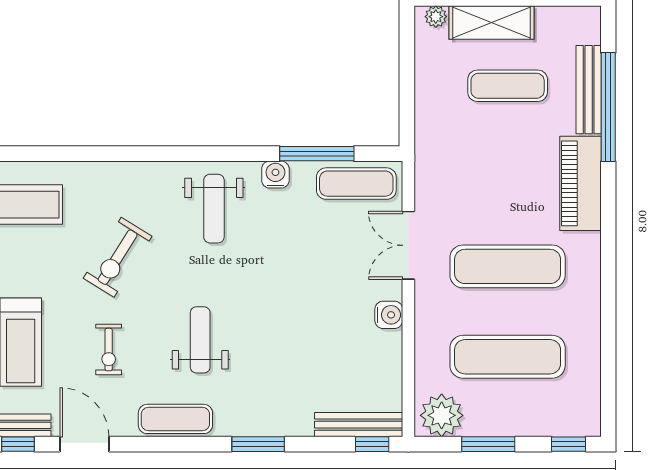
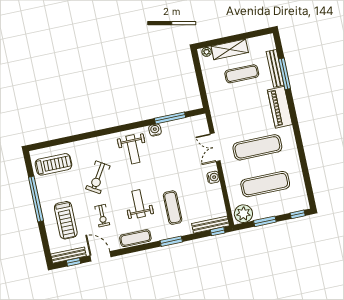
window: (608, 107) -> (285, 74), width x0.68
exercise mat: (356, 184) -> (173, 208), moved, turned 90

